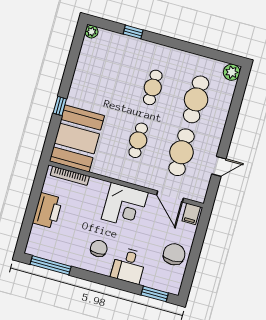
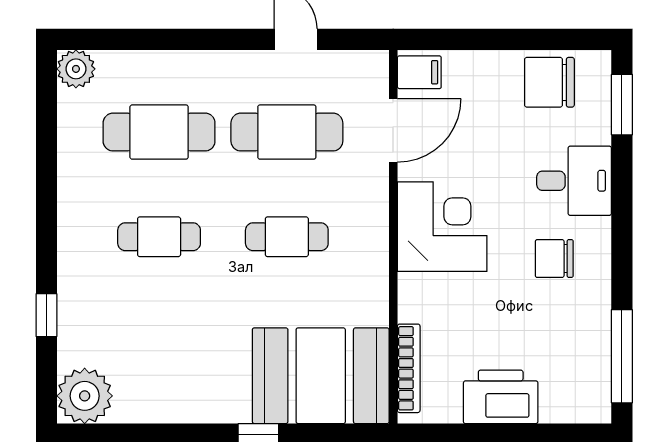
plant: (92, 32) -> (85, 396), width x1.87, depth x1.87
chair: (174, 254) -> (549, 82), moved

